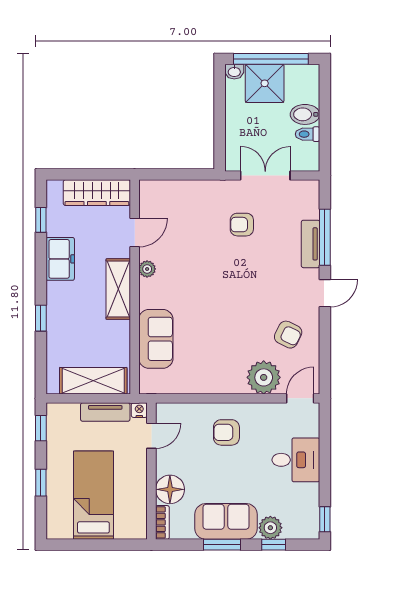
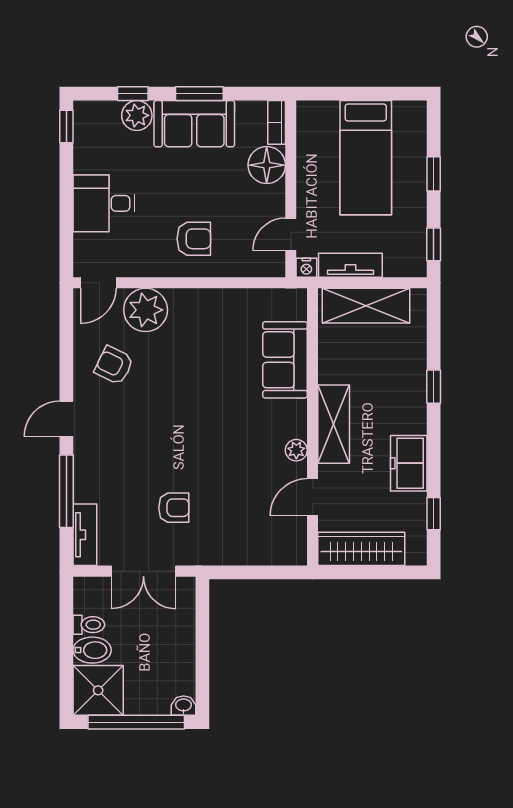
shower: (265, 83) -> (98, 690), moved
tv unit: (311, 244) -> (85, 535), moved

